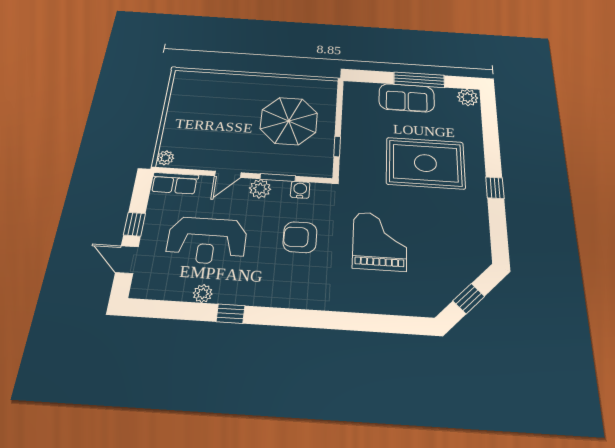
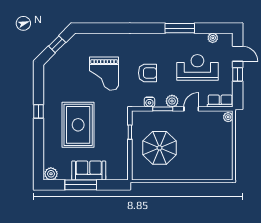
rug: (425, 163) -> (78, 125), turned 90
plant: (203, 294) -> (213, 38), moved
window: (231, 314) -> (180, 28), width x2.17

